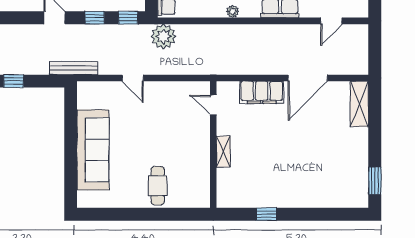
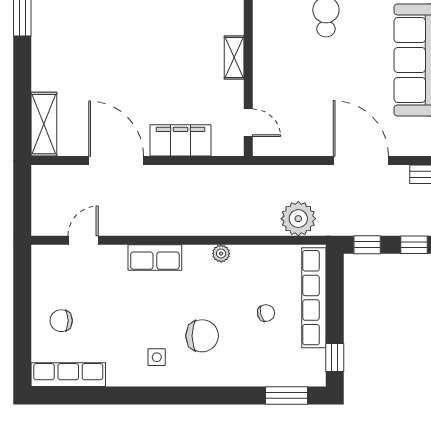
plant: (163, 36) -> (298, 219), moved
door: (133, 78) -> (361, 161), width x1.87
door: (308, 78) -> (116, 161), hinge flipped

